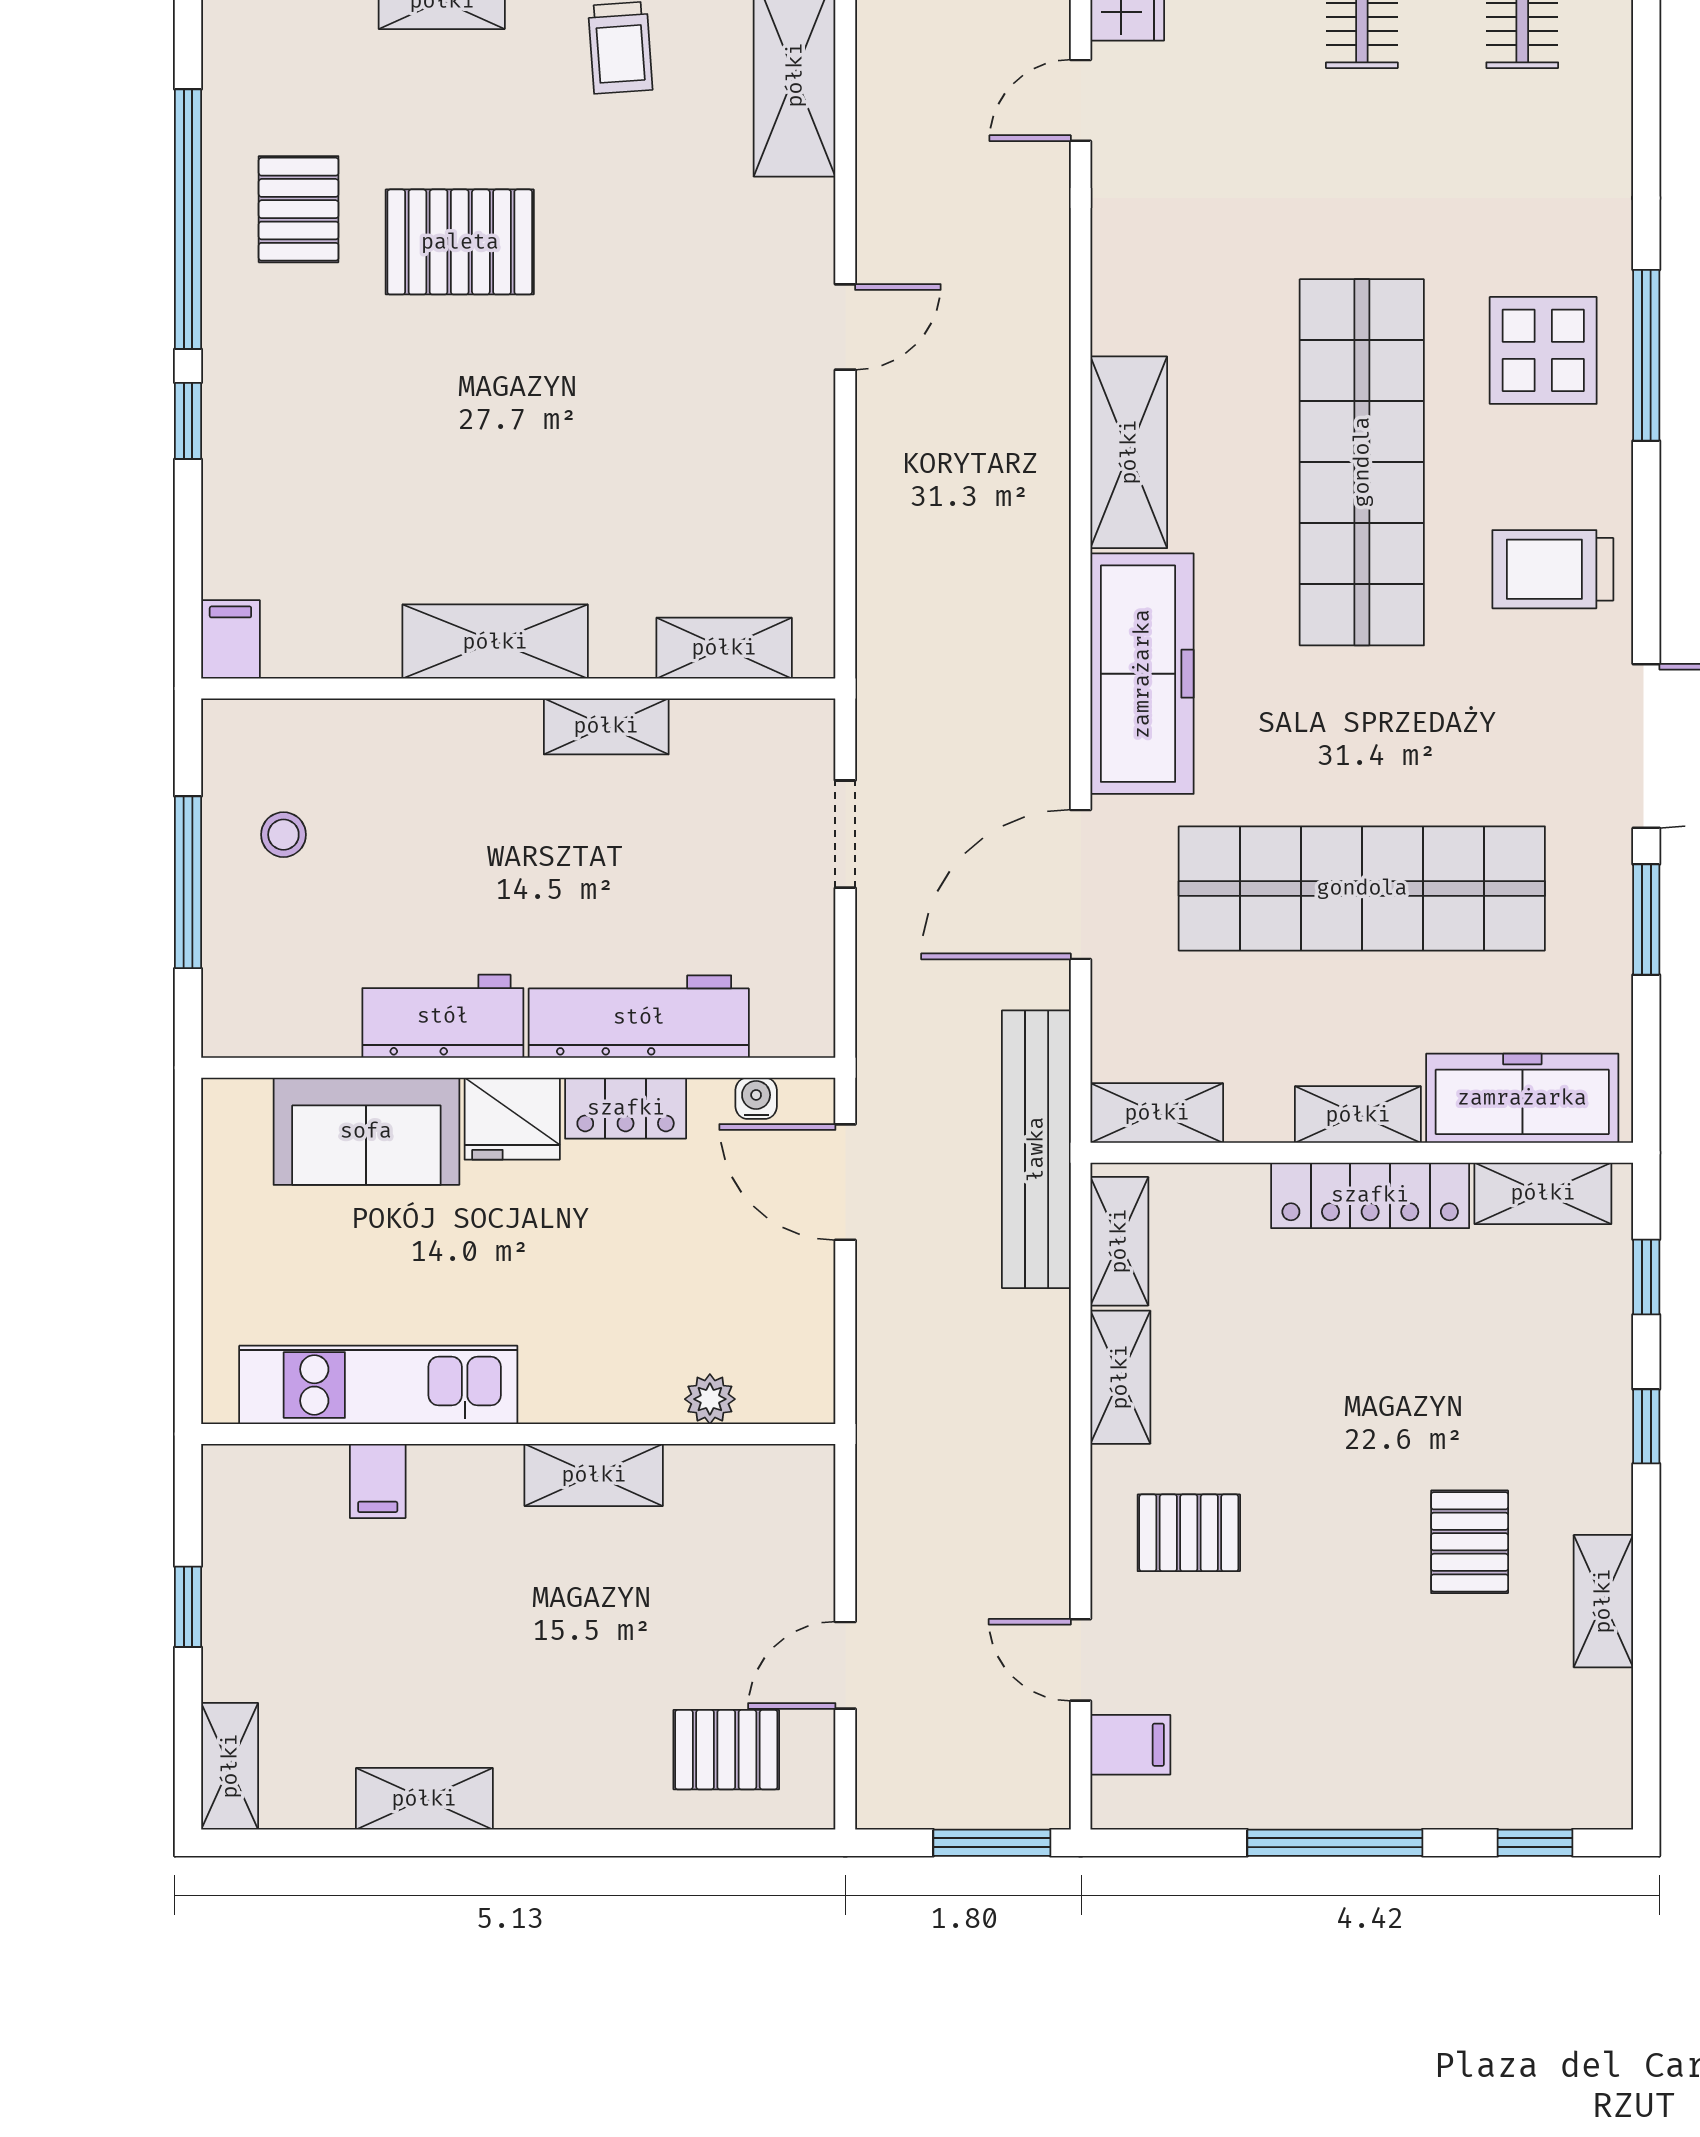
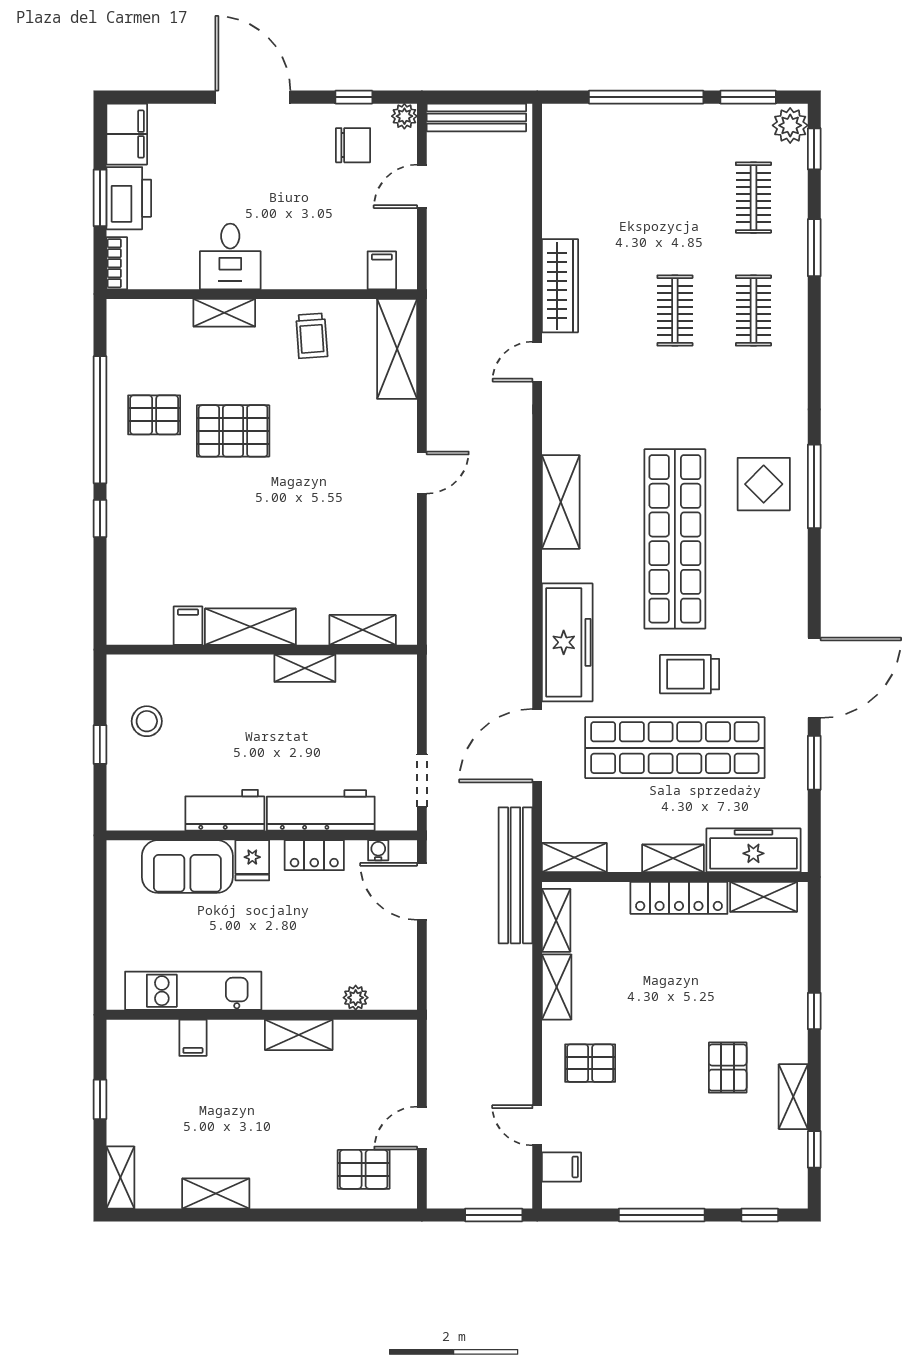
pallet: (299, 209) -> (154, 415), turned 90
shelving: (1129, 452) -> (561, 502), moved
trolley: (1553, 569) -> (690, 674), moved
filing cabinet: (230, 639) -> (188, 626), moved
doorway: (845, 834) -> (422, 781), moved
stool: (283, 835) -> (147, 721), width x1.37, depth x1.37
window: (188, 882) -> (100, 745), width x0.46
fridge: (512, 1119) -> (252, 860), width x0.72
window: (1646, 1277) -> (814, 1149), moved

